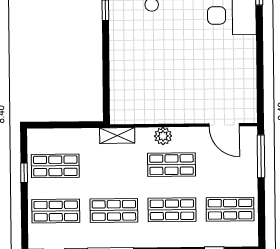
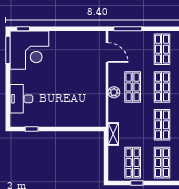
door: (224, 125) -> (107, 52), hinge flipped
shelving: (117, 136) -> (113, 134), moved

